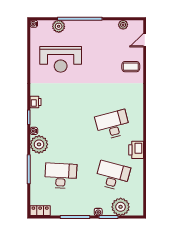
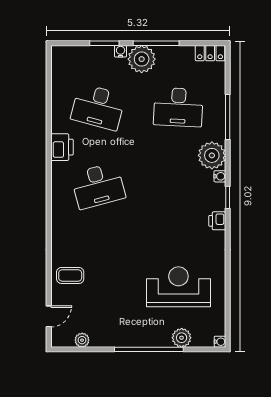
plant: (121, 207) -> (142, 59), moved

